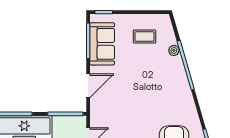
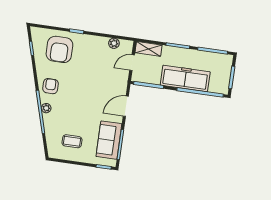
plant: (174, 50) -> (46, 108), moved
armchair: (178, 97) -> (50, 86), added

